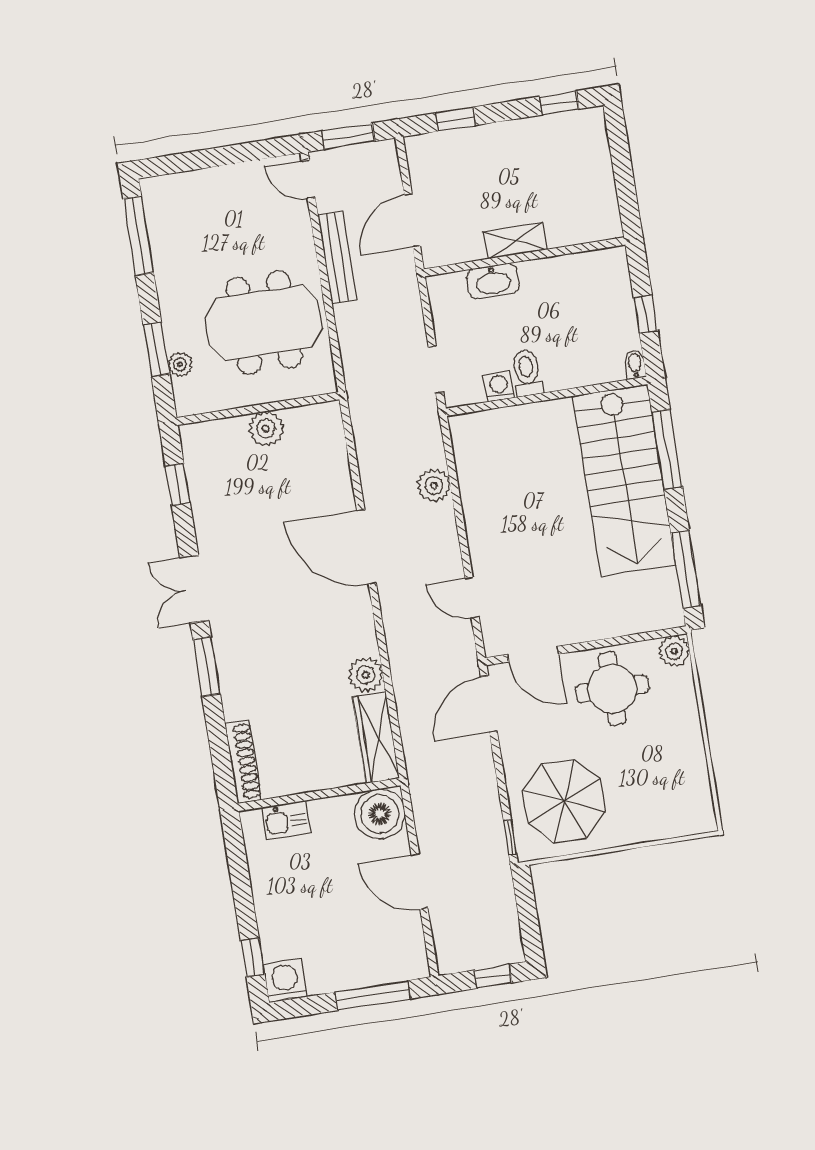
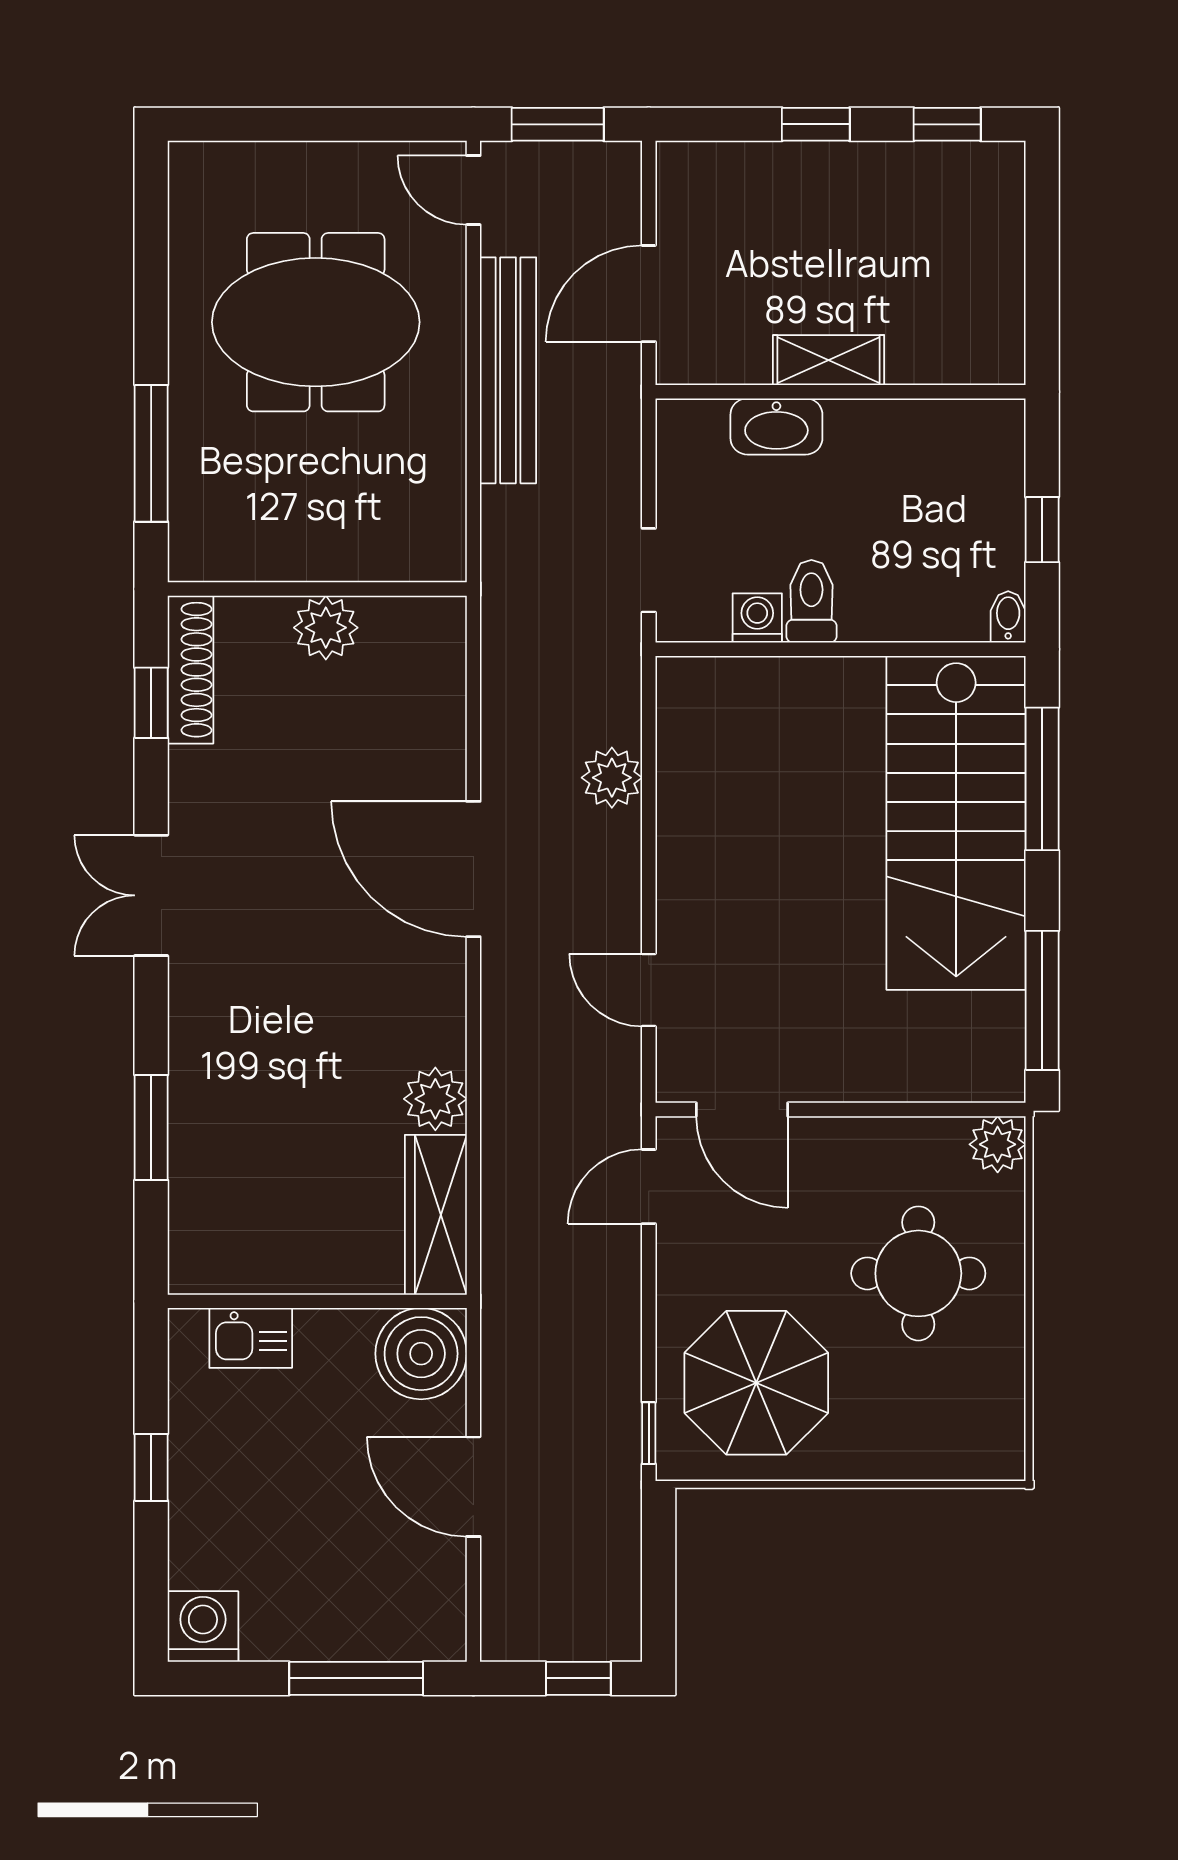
window: (456, 119) -> (816, 124), moved
window: (138, 236) -> (151, 243), removed
bench: (337, 258) -> (508, 370), width x1.37, depth x1.21
meeting table: (264, 323) -> (316, 322), moved
window: (156, 349) -> (151, 453), width x1.44
plant: (180, 364) -> (190, 487), removed
window: (207, 666) -> (151, 1127), moved
round table: (612, 689) -> (918, 1273), moved
door: (489, 704) -> (649, 1187), width x0.73
shoe rack: (243, 762) -> (190, 670), moved
window: (253, 957) -> (151, 1467), moved

